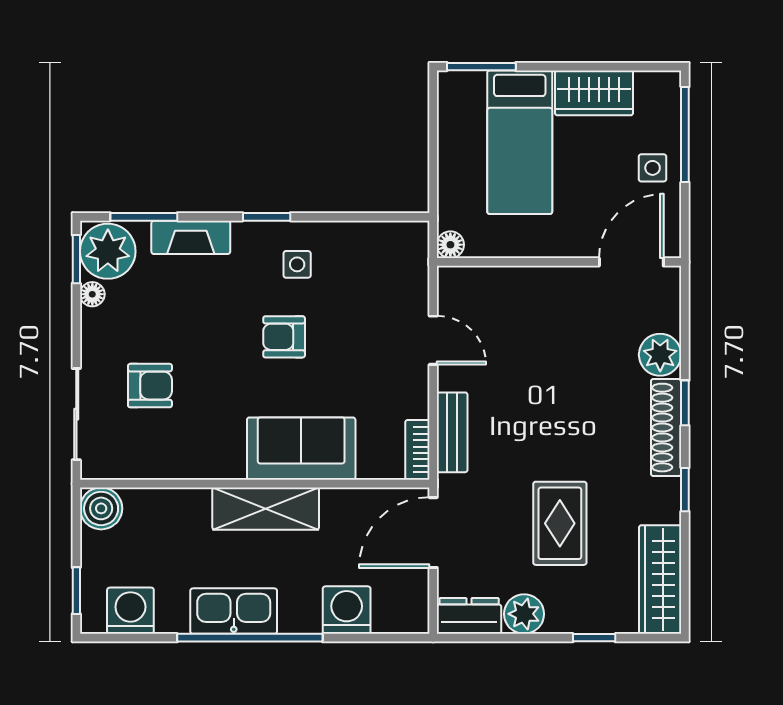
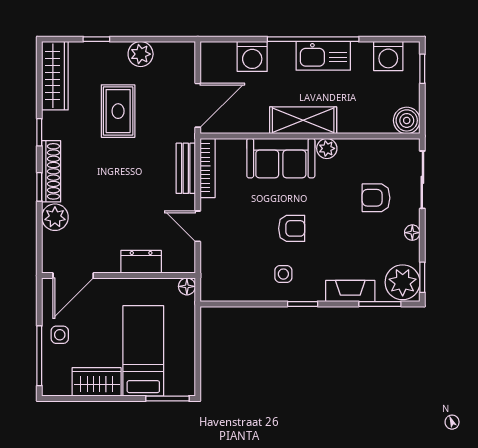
floor lamp: (92, 294) -> (412, 233), moved
bookcase: (417, 450) -> (208, 168), width x1.56
plant: (228, 464) -> (327, 148), added
dresser: (469, 616) -> (141, 262), moved, turned 180

